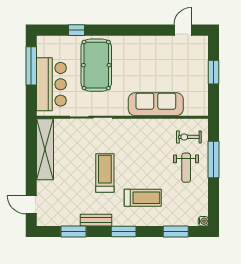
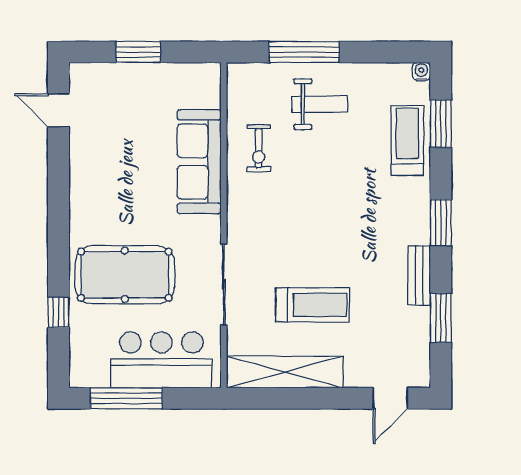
exercise bike: (189, 137) -> (259, 148), moved
treadmill: (105, 173) -> (313, 305), moved, turned 180
treadmill: (143, 198) -> (407, 140), moved

